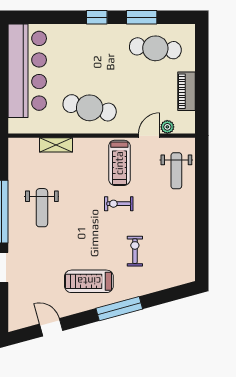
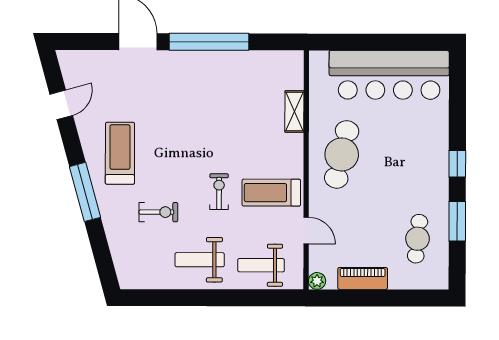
cafe table: (155, 48) -> (418, 239), width x0.73, depth x0.74
plant: (167, 127) -> (317, 281), moved
weight bench: (42, 208) -> (200, 260), moved

